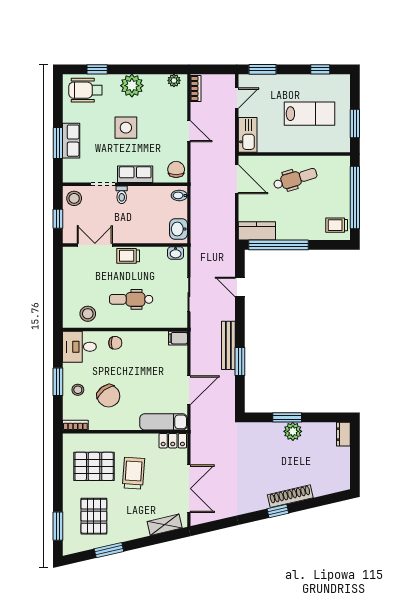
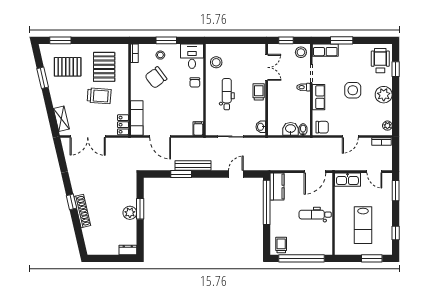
window: (355, 123) -> (372, 258), moved
row of seats: (71, 141) -> (325, 50), moved
dental chair: (295, 179) -> (315, 215), turned 107
washbasin: (178, 229) -> (291, 129), moved

